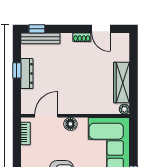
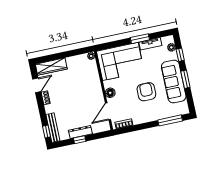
wardrobe: (122, 83) -> (51, 67), moved
door: (46, 116) -> (108, 111), hinge flipped

